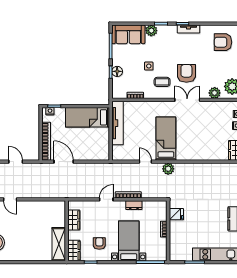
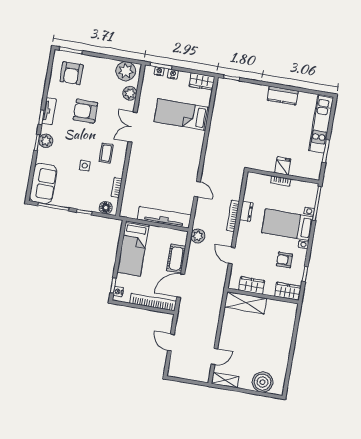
plant: (151, 31) -> (46, 141), moved
floor lamp: (117, 71) -> (106, 208), moved
armchair: (186, 73) -> (85, 111), moved
tv unit: (118, 123) -> (164, 217), moved
bed: (166, 139) -> (182, 115), moved
cot: (85, 154) -> (176, 259), added
door: (16, 162) -> (171, 342), hinge flipped
door: (145, 162) -> (197, 189), swing flipped
plant: (168, 169) -> (198, 236), moved
door: (106, 199) -> (232, 255), moved
fridge: (176, 214) -> (283, 166), moved
shelving: (59, 244) -> (245, 303), moved

